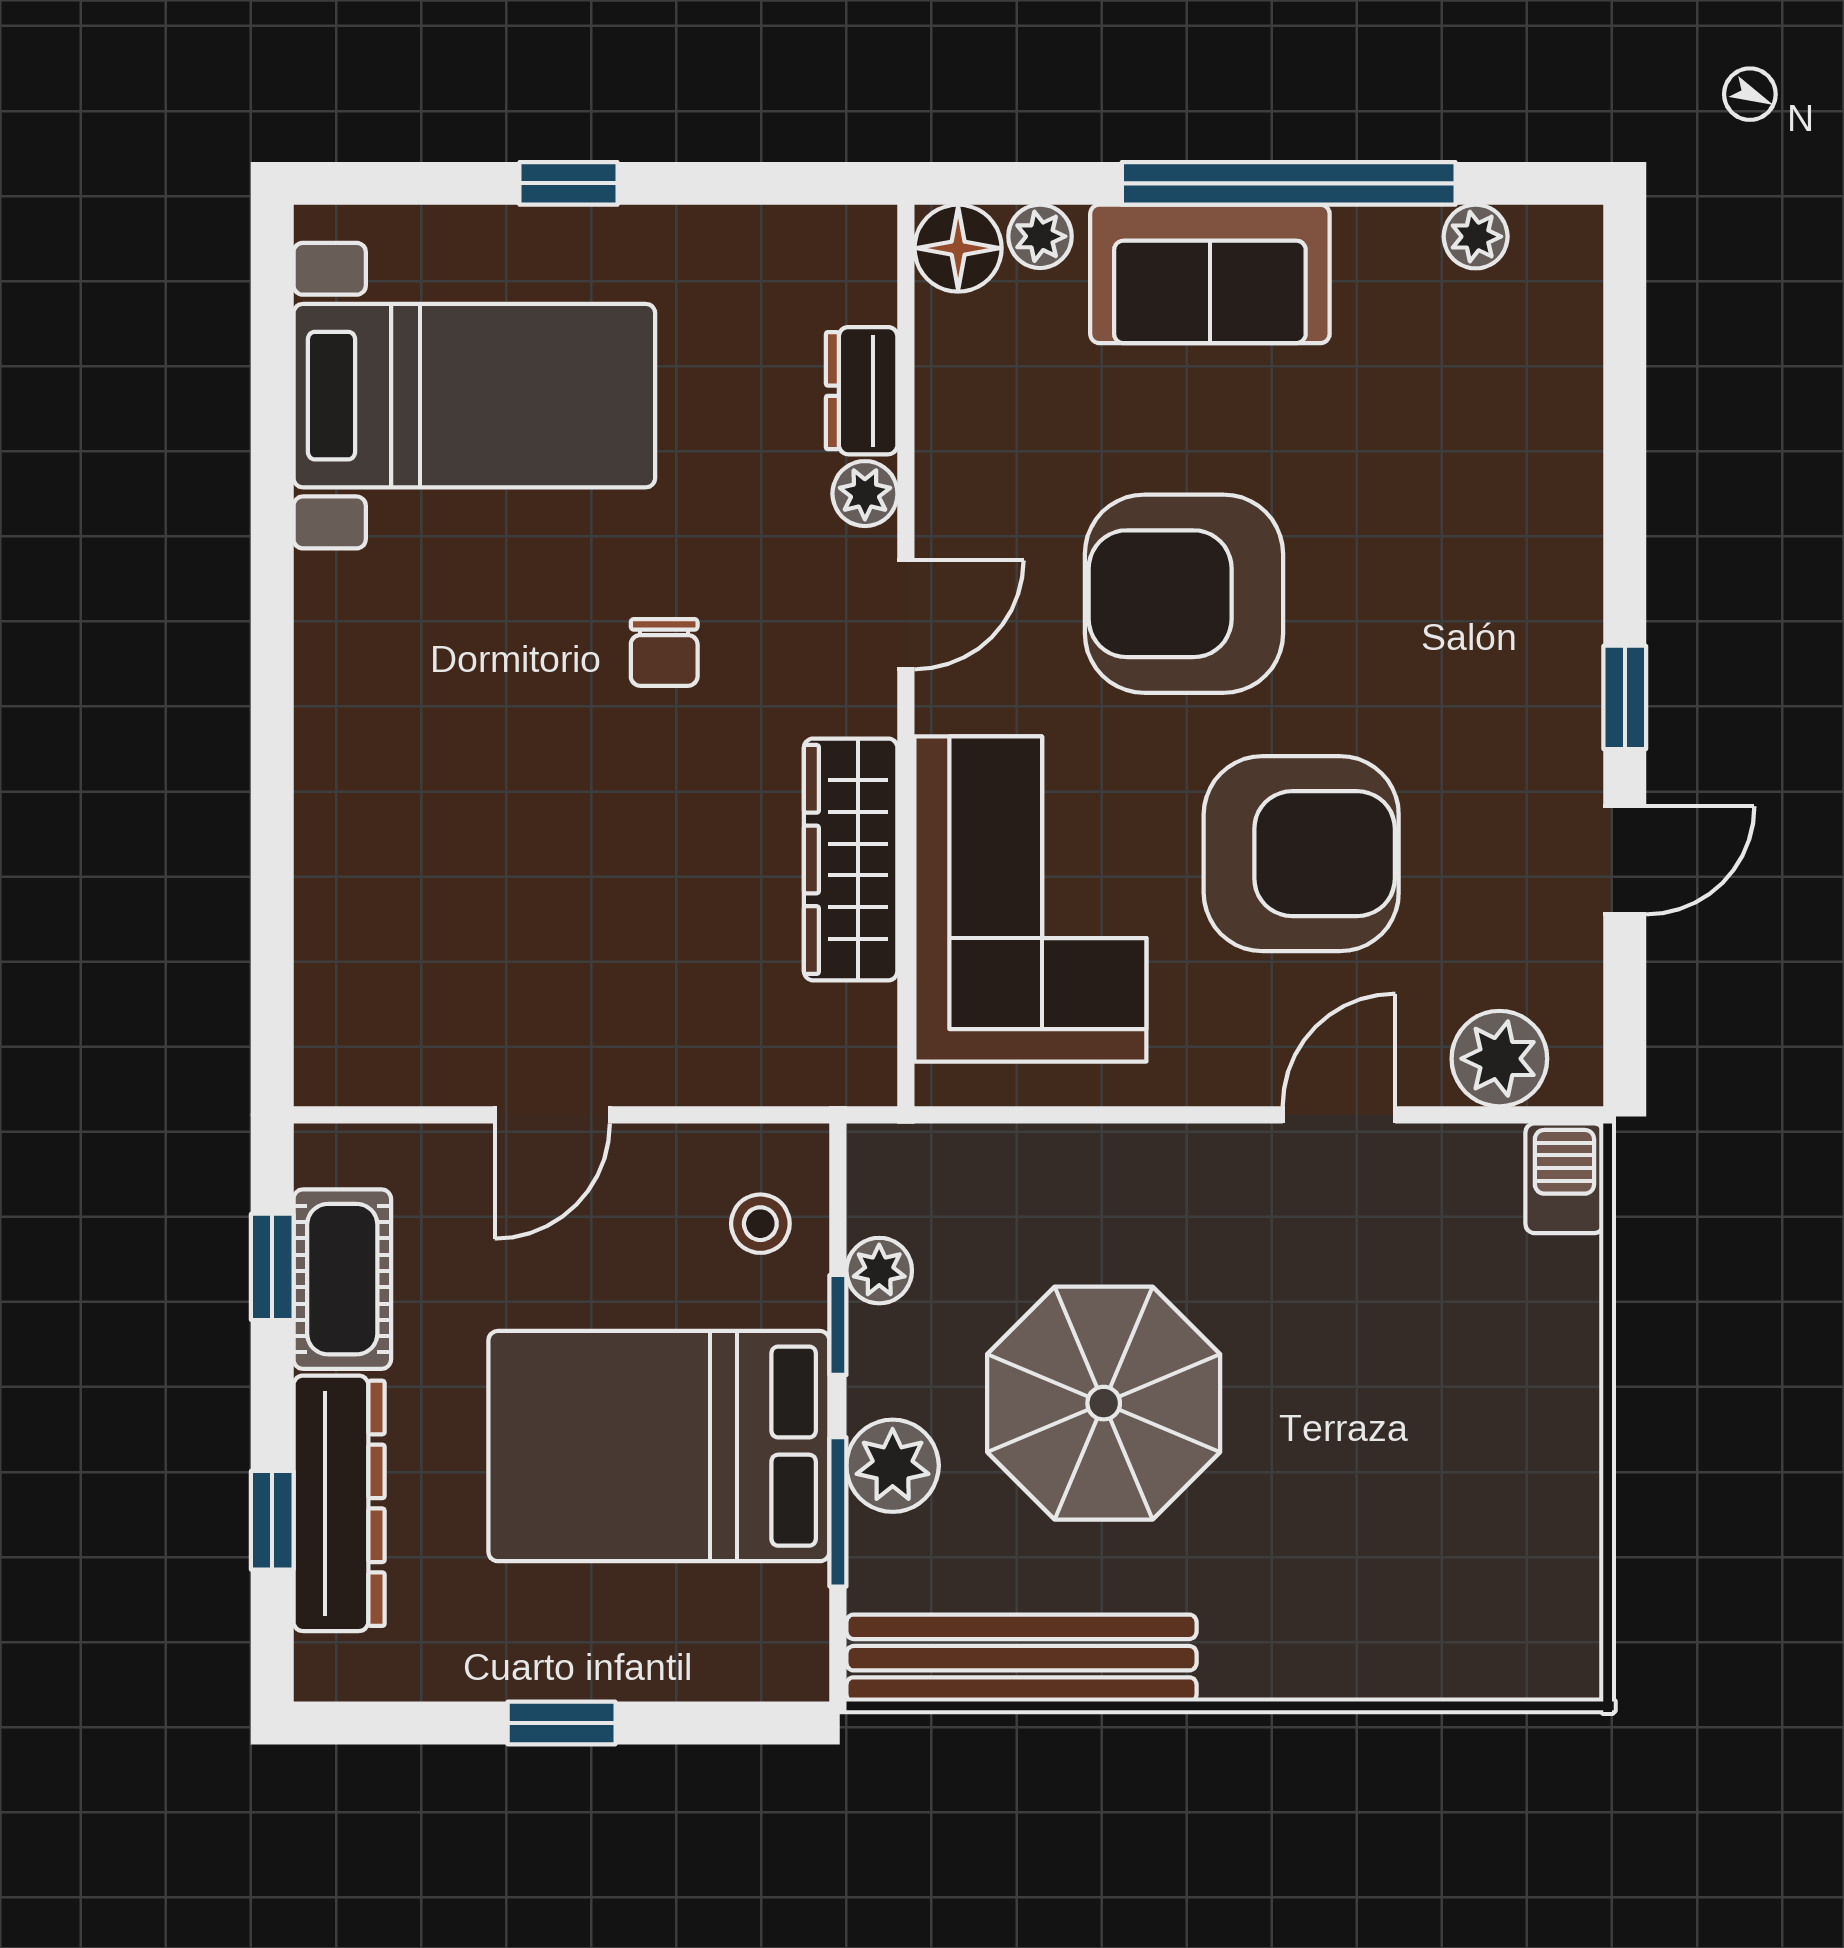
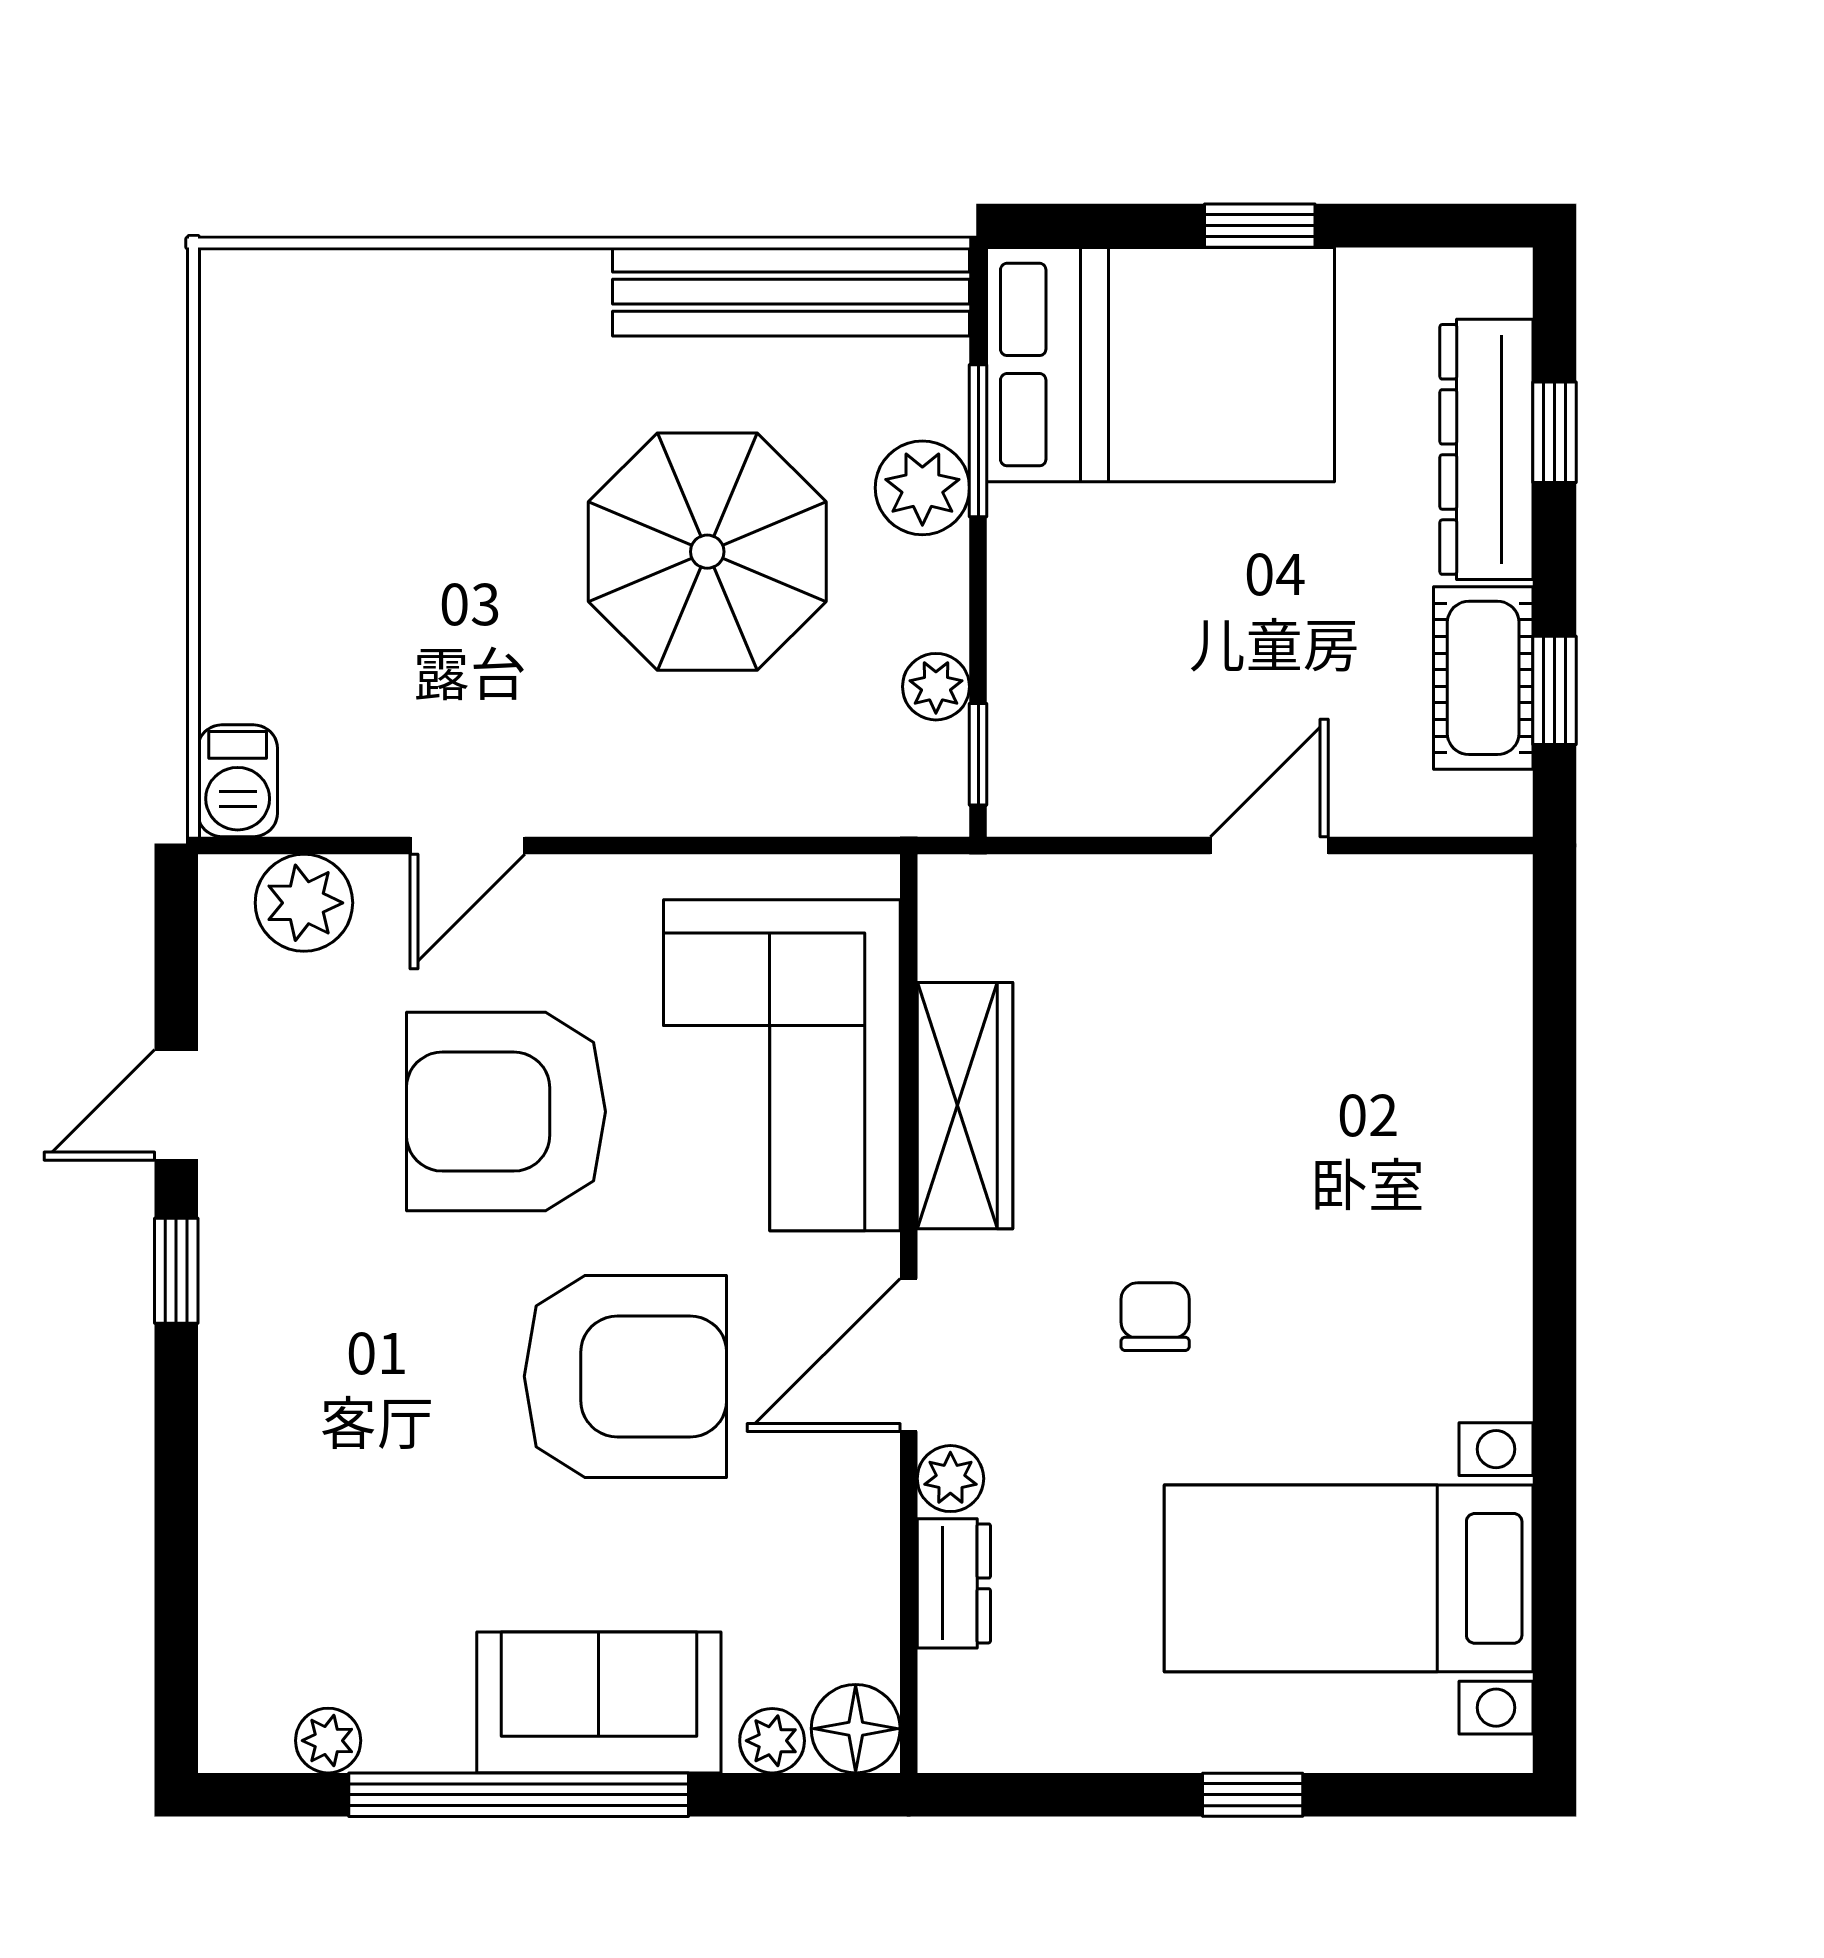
door: (906, 615) -> (909, 1355), width x1.38
stool: (760, 1224) -> (1057, 734), removed
window: (838, 1325) -> (978, 754), moved
bed: (659, 1446) -> (1160, 365), moved

